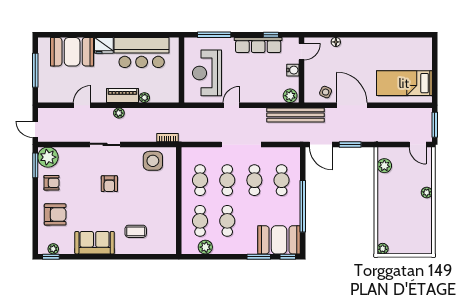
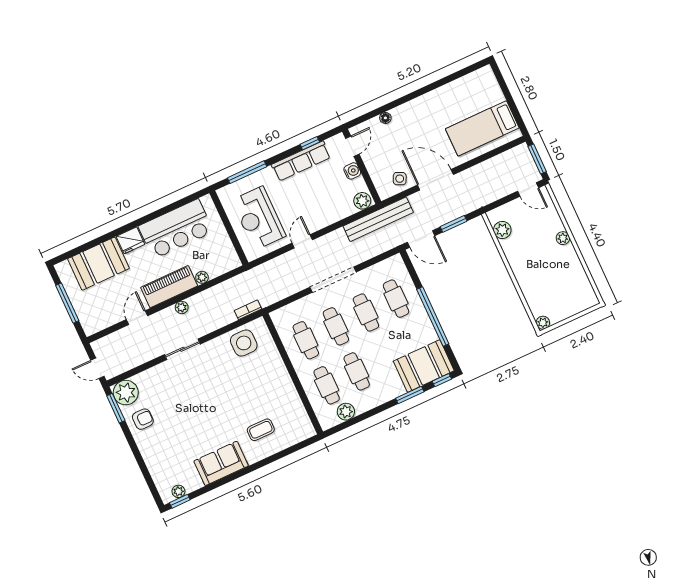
piano: (122, 96) -> (169, 287), width x1.37, depth x1.33
armchair: (109, 184) -> (207, 391), removed
armchair: (55, 214) -> (163, 452), removed

